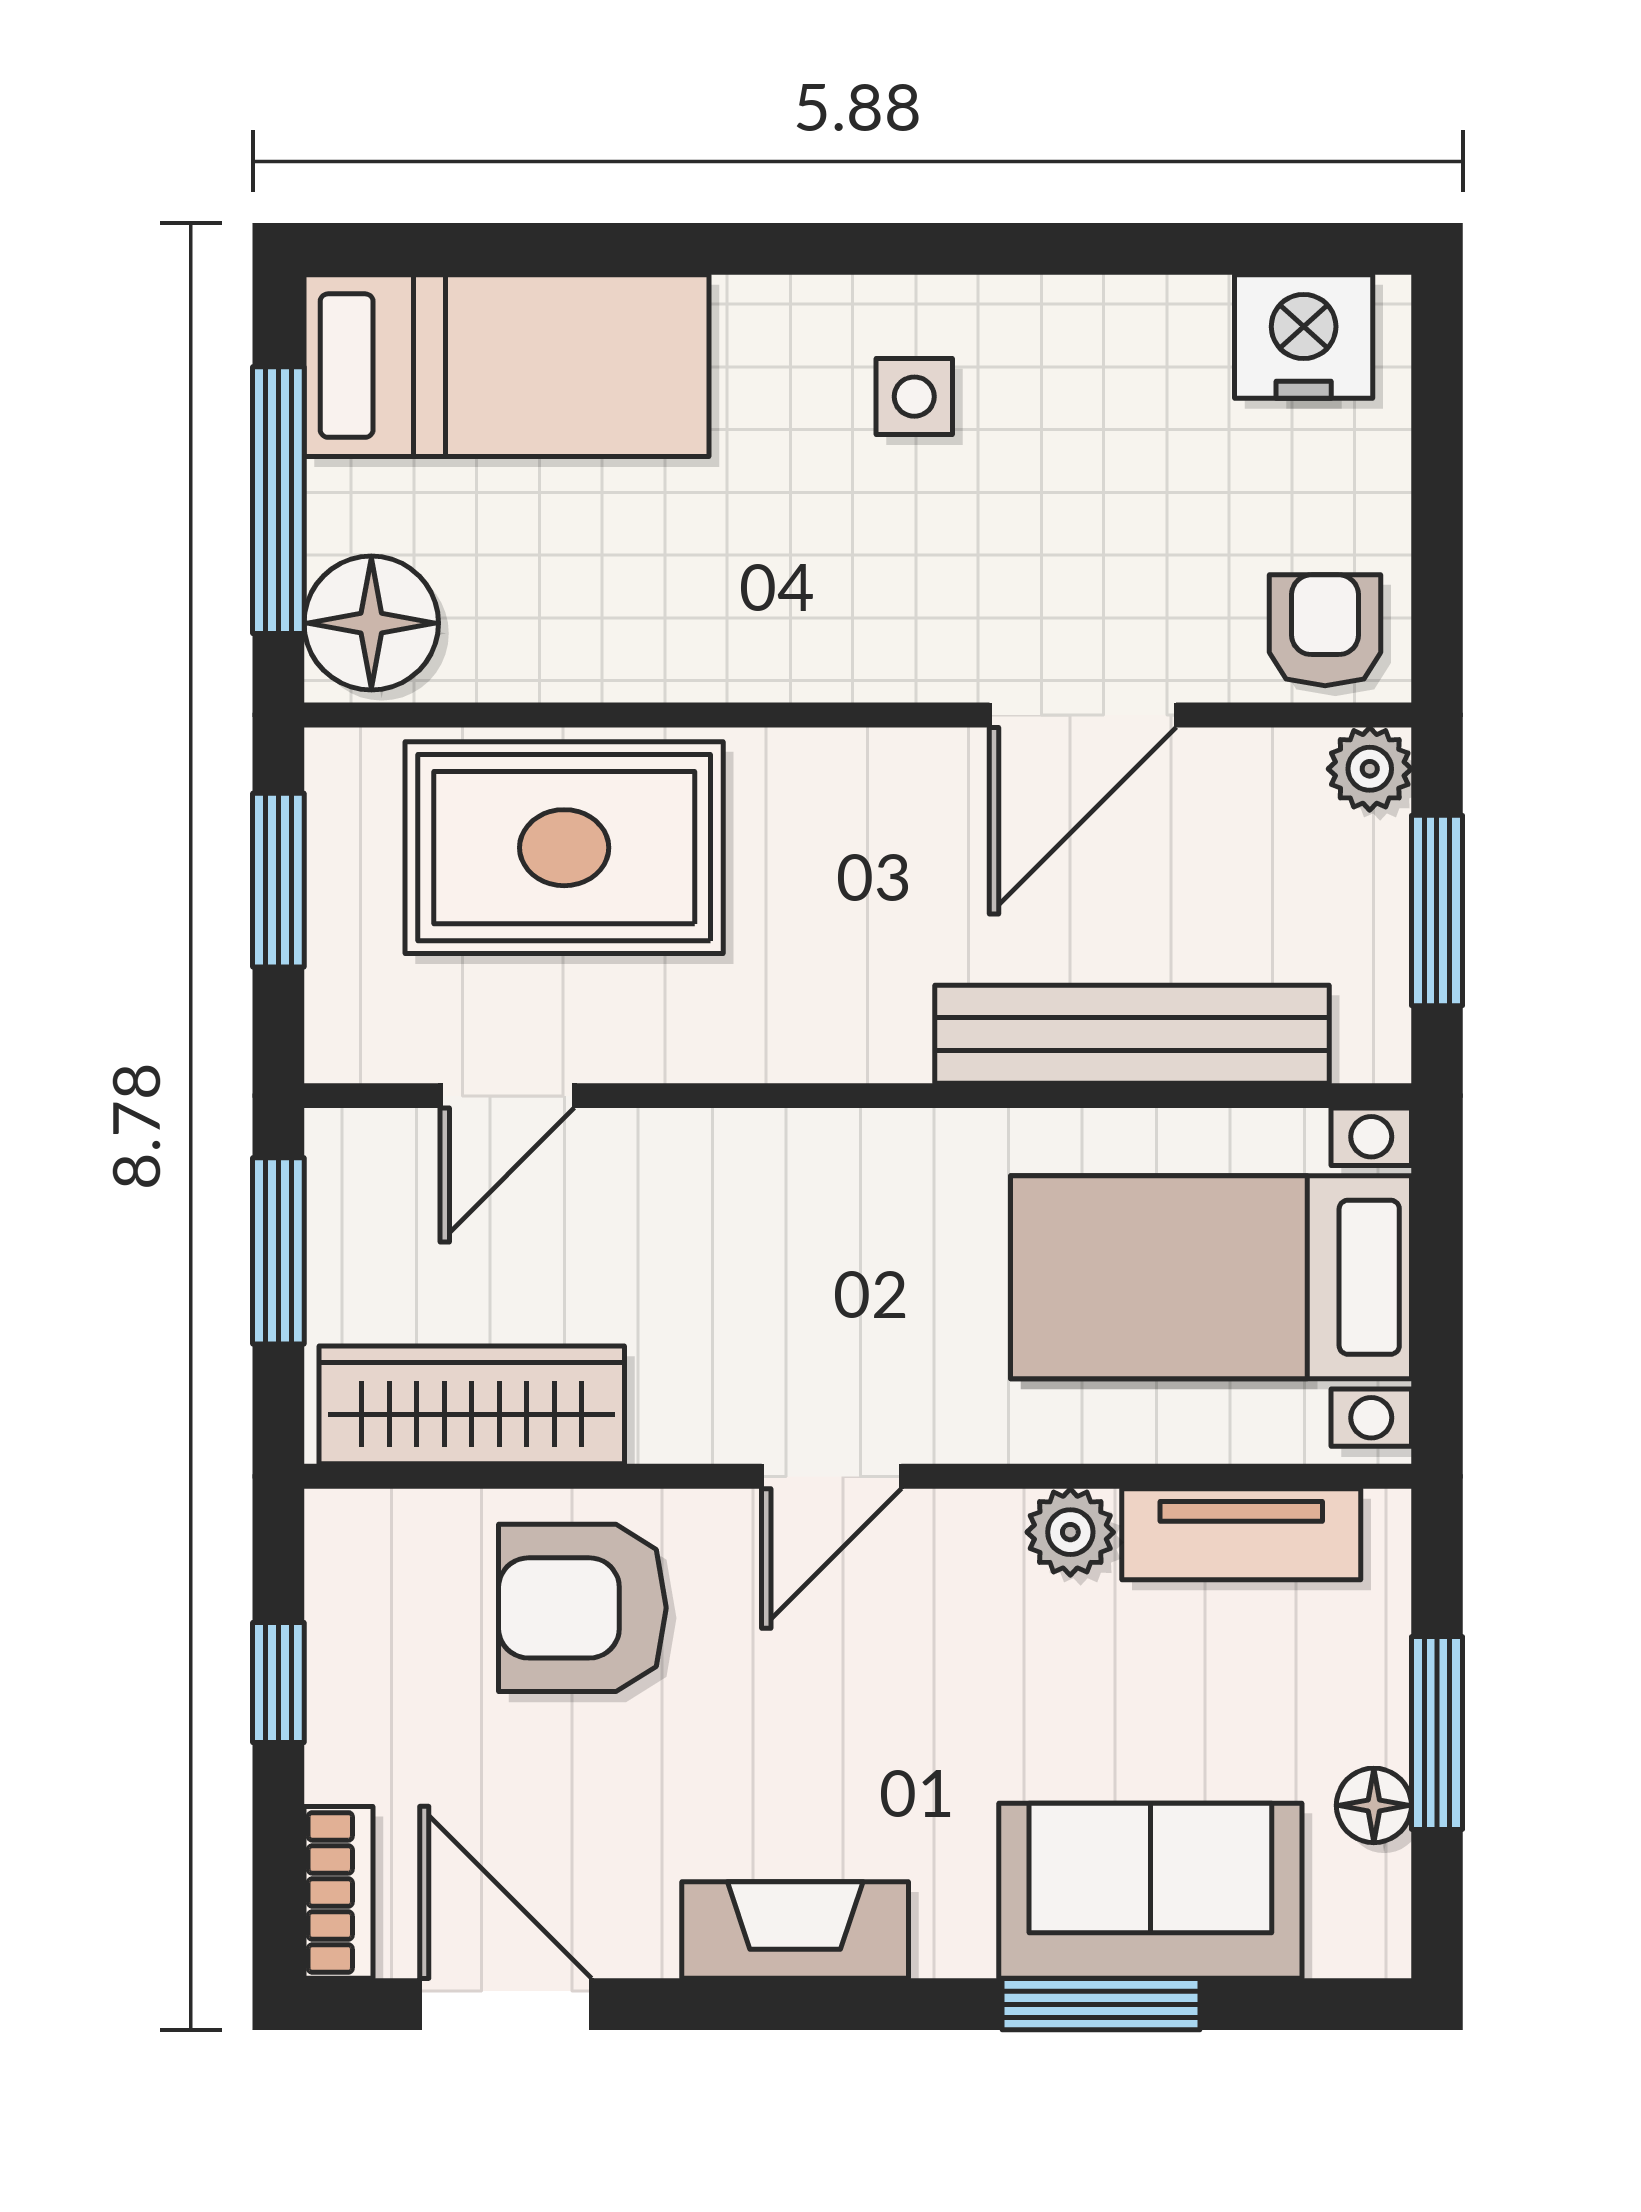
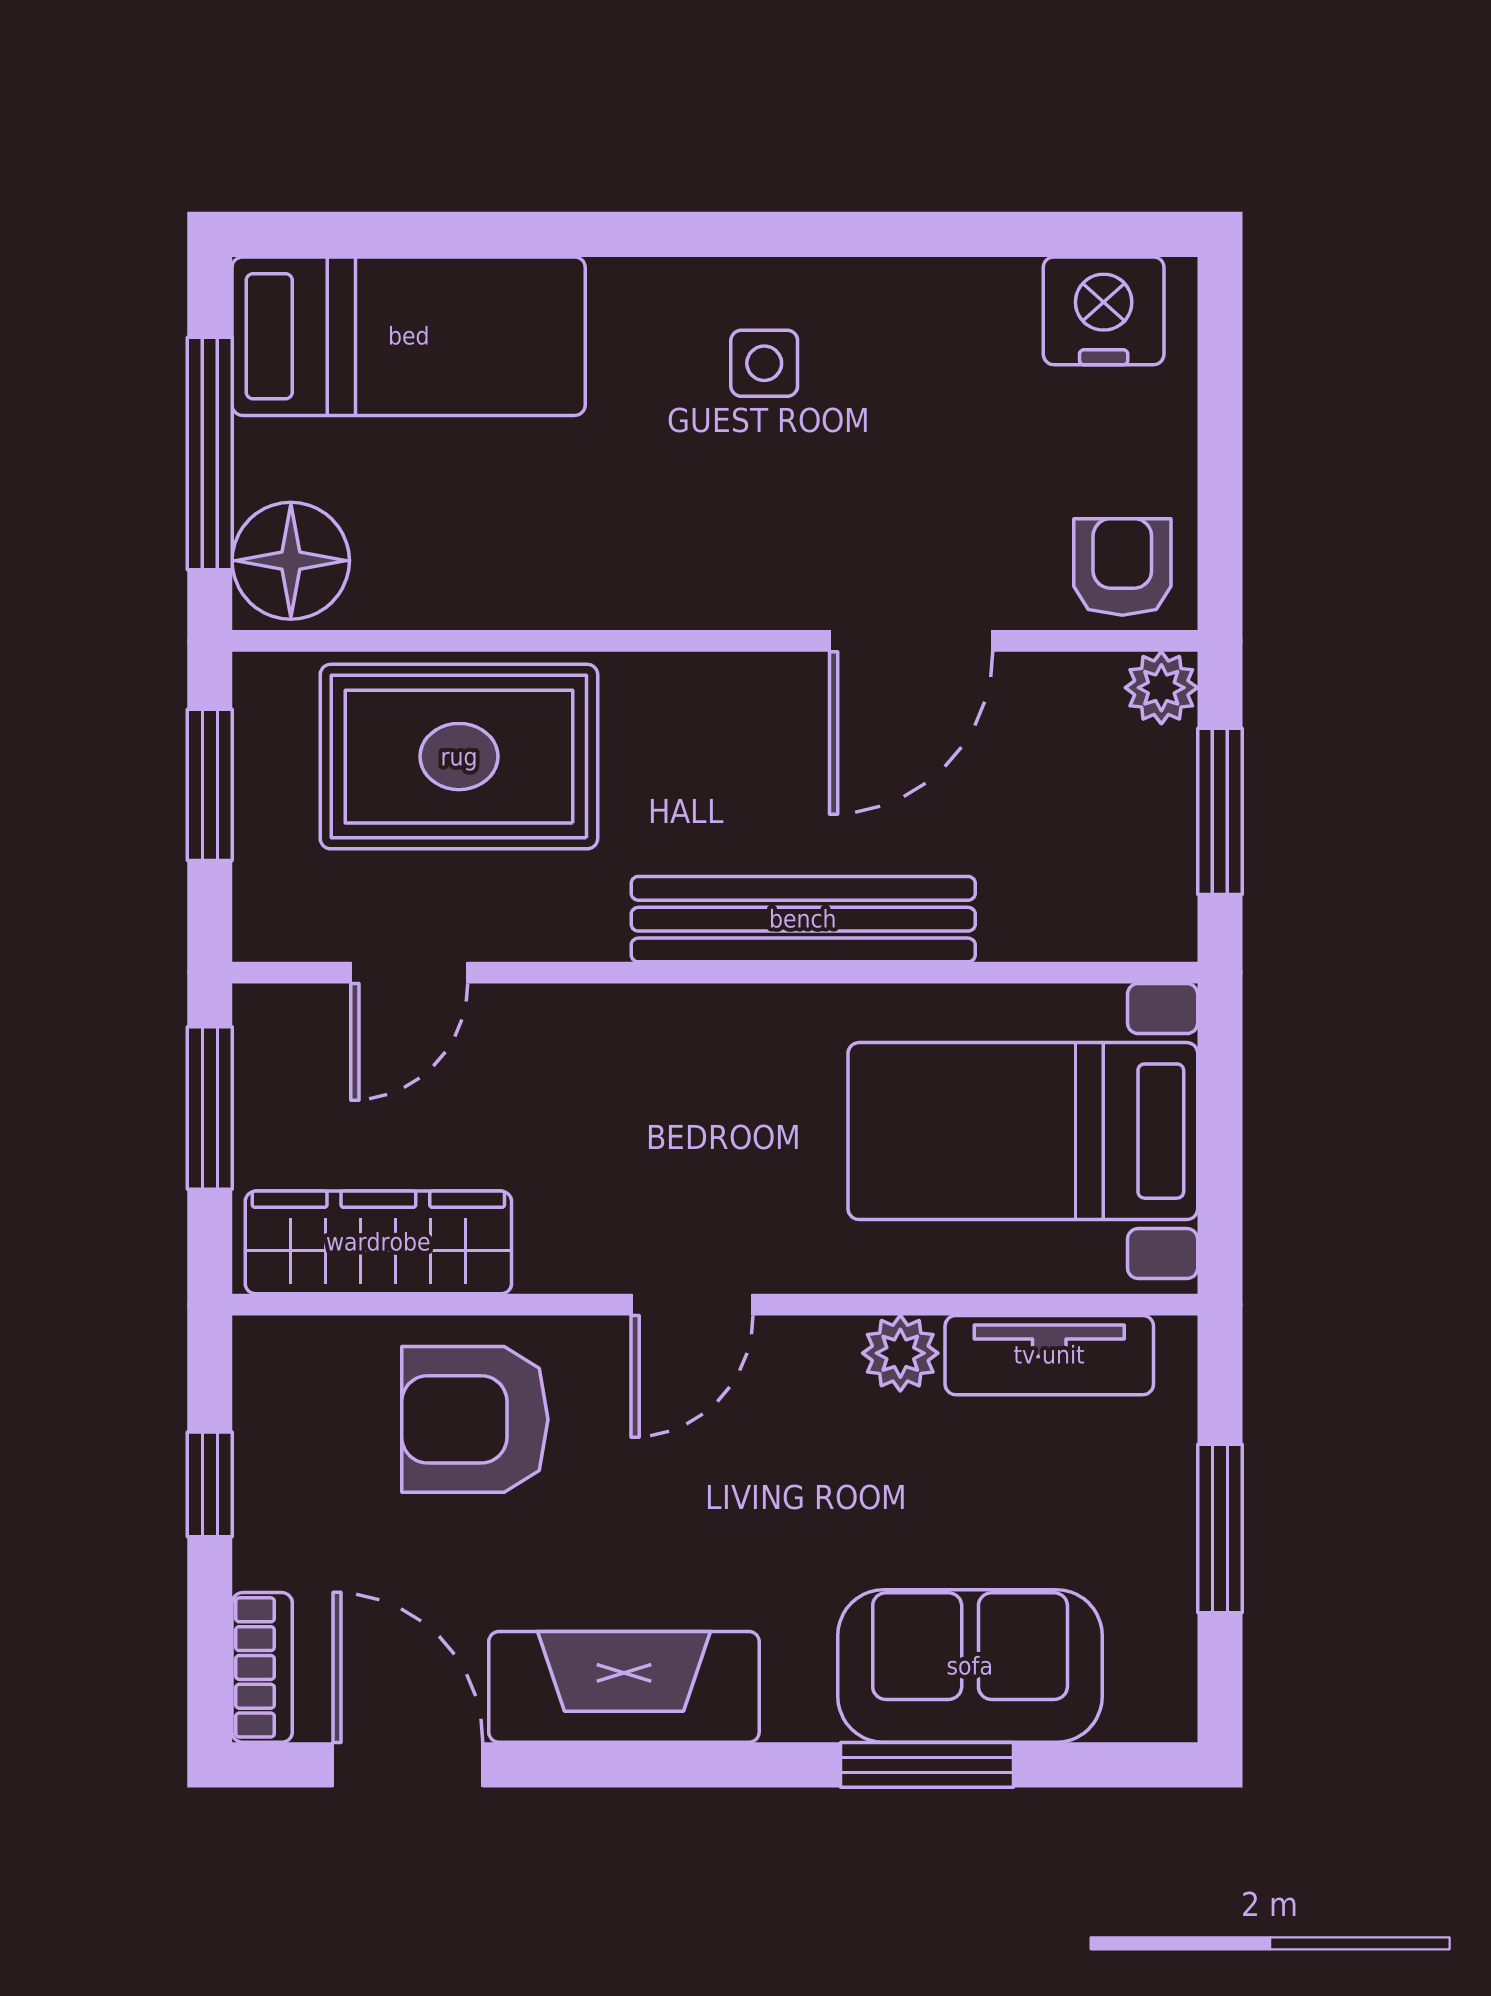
bench: (1132, 1034) -> (803, 919), moved
floor lamp: (1374, 1805) -> (1165, 1592), removed
fireplace: (795, 1930) -> (624, 1687), width x1.37, depth x1.32

